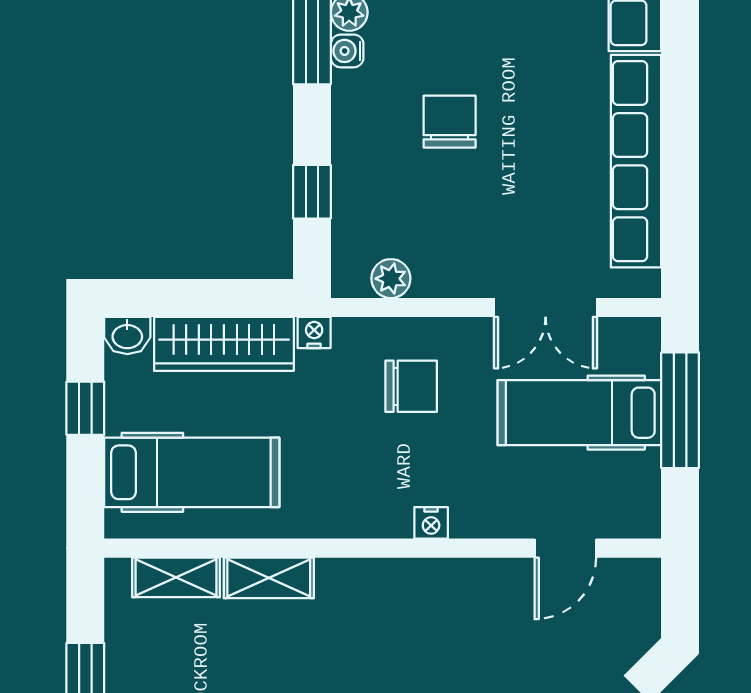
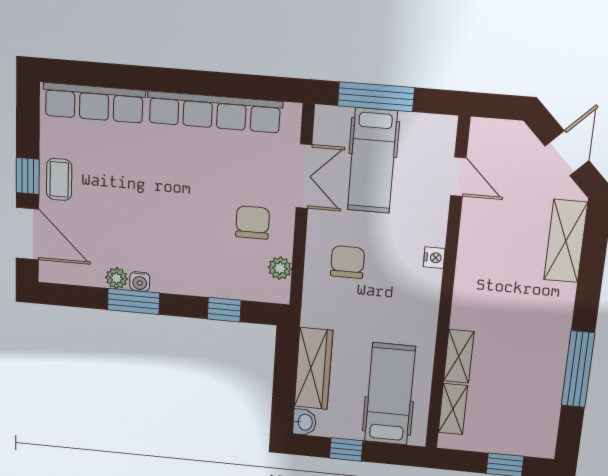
chair: (450, 122) -> (253, 223), moved, turned 90
nightstand: (314, 333) -> (310, 316), removed

